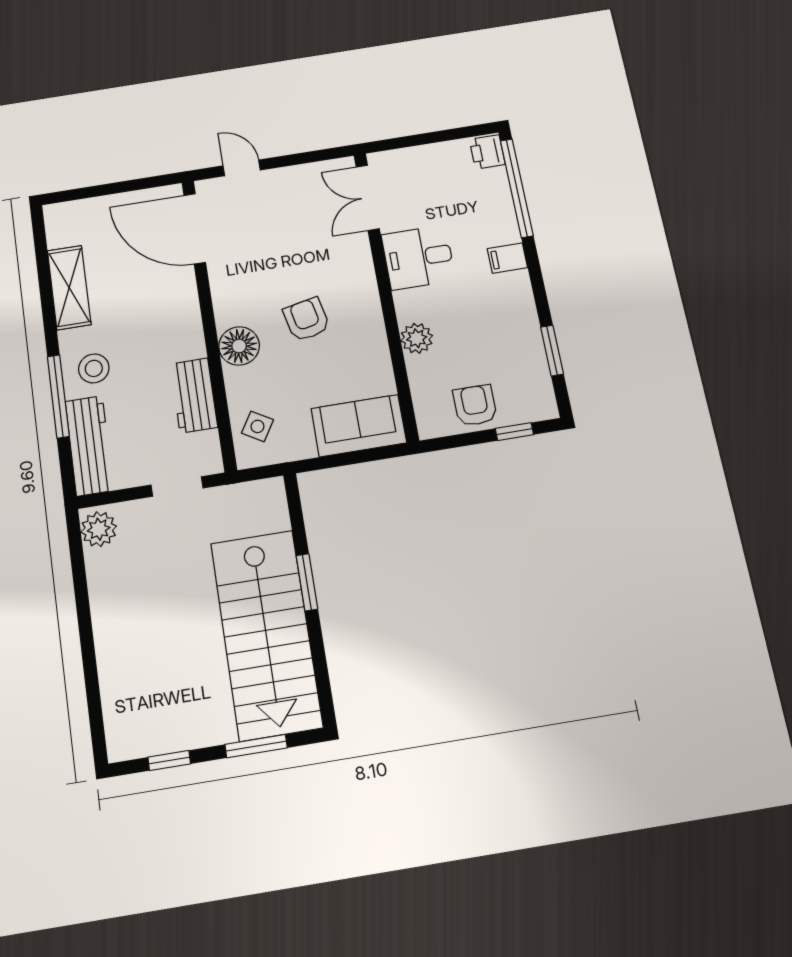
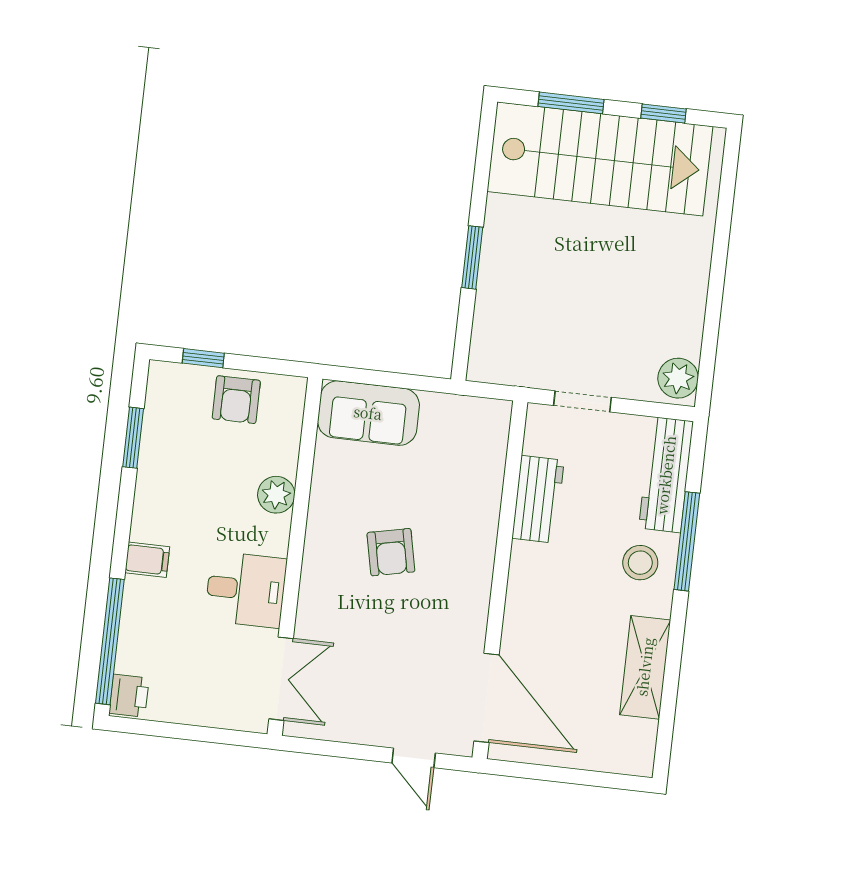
floor lamp: (239, 346) -> (474, 542), removed
side table: (257, 426) -> (478, 444), removed
stairs: (266, 634) -> (600, 159), moved, turned 90

